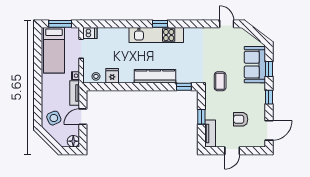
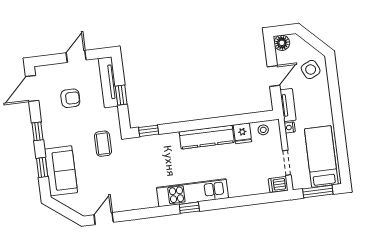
door: (227, 24) -> (104, 219), swing flipped
kitchen counter: (155, 76) -> (207, 137), moved
tv unit: (210, 133) -> (108, 82), width x1.41

